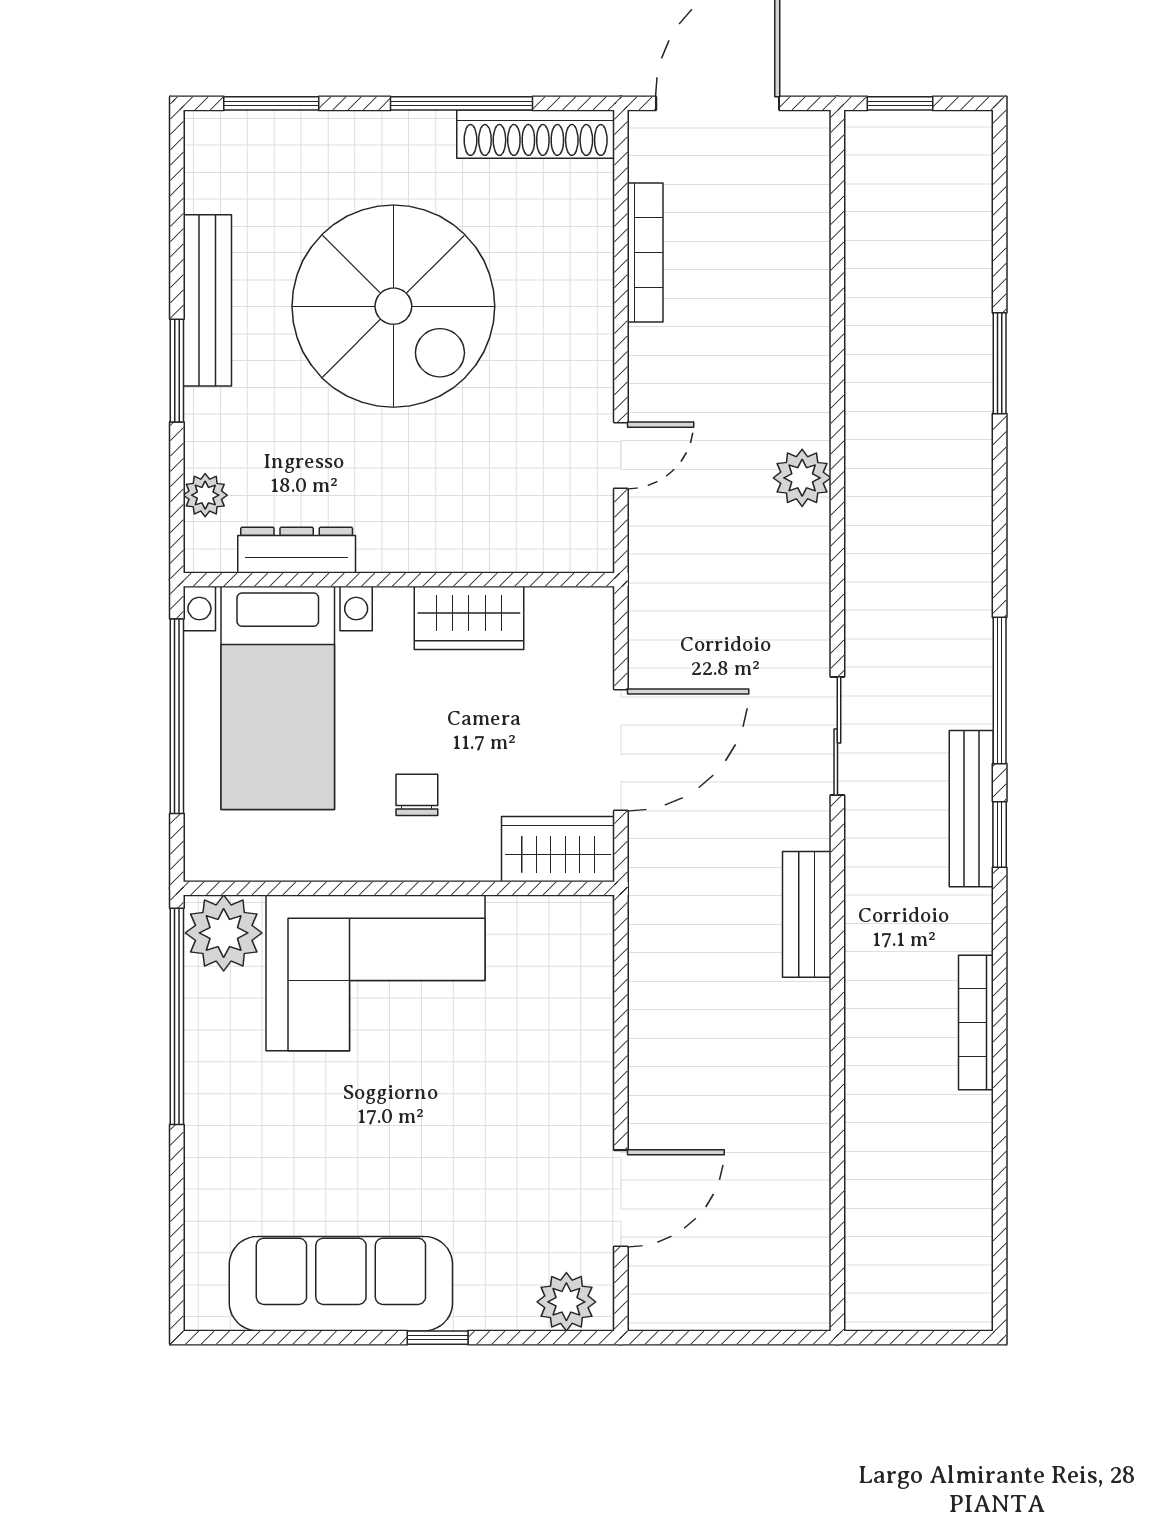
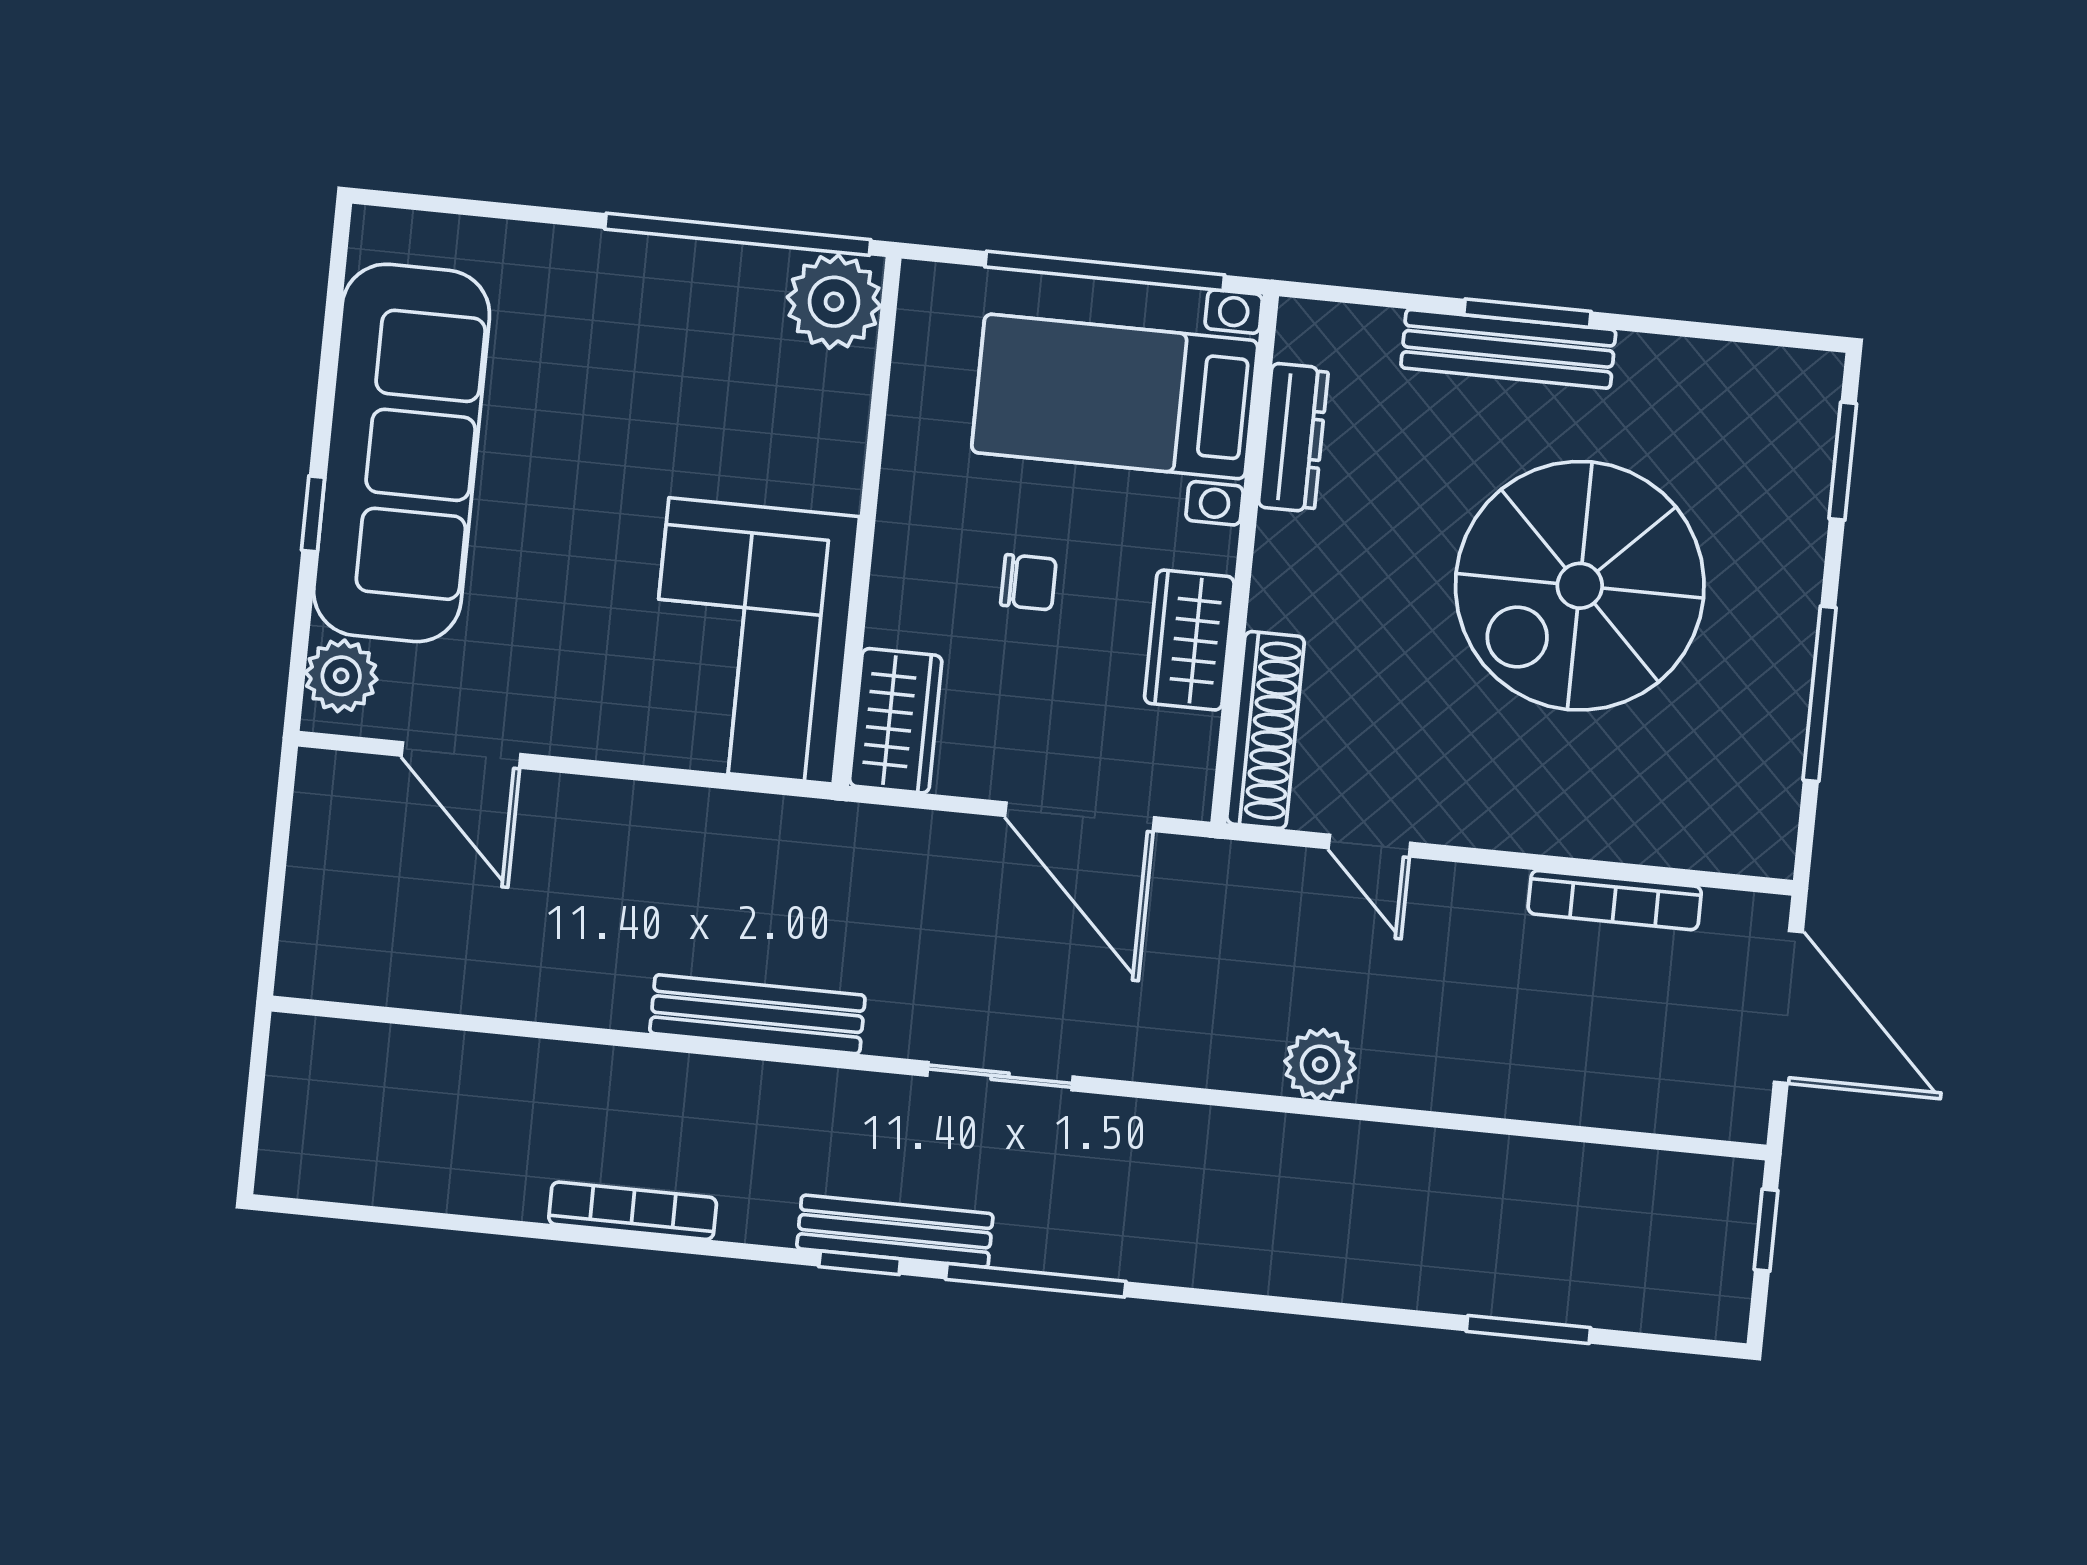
shoe rack: (536, 134) -> (1266, 730), moved, turned 180
bench: (207, 300) -> (1508, 349), moved
window: (1000, 363) -> (1528, 1329), moved
plant: (205, 495) -> (1372, 333), removed
door: (621, 750) -> (1080, 817), moved
chair: (417, 795) -> (1028, 582), moved
bench: (807, 914) -> (757, 1014), width x1.36
corner sofa: (376, 973) -> (751, 641), moved
sofa: (341, 1284) -> (402, 453), width x1.36, depth x1.27

